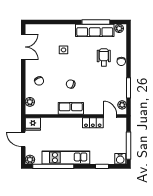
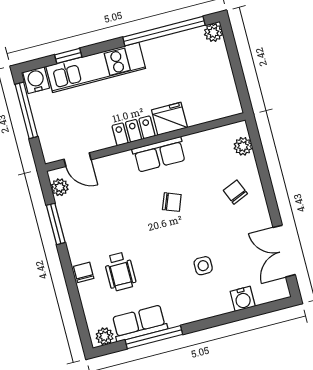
water cooler: (49, 29) -> (243, 299), added
row of seats: (95, 30) -> (139, 323), width x0.68
locker: (93, 123) -> (133, 131), moved
fridge: (33, 124) -> (169, 119), moved
door: (23, 139) -> (237, 69), removed
kitchen unit: (66, 158) -> (96, 67), moved

